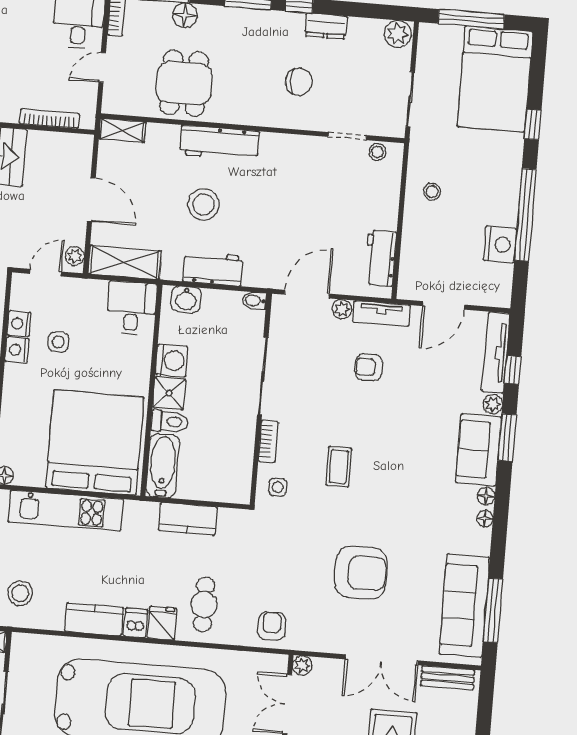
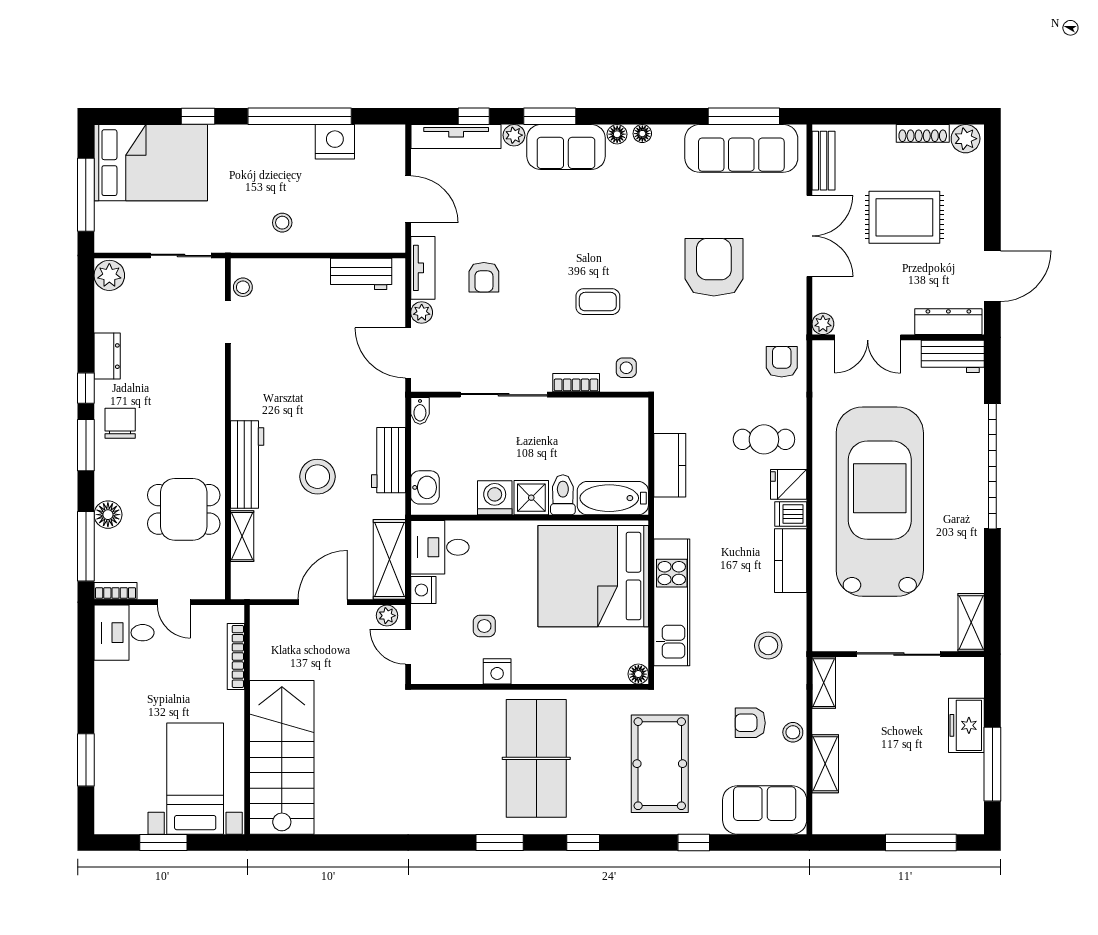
chair: (299, 82) -> (120, 423), moved
shelving: (122, 130) -> (242, 536), moved
nightstand: (19, 324) -> (423, 590), moved, turned 90
armchair: (272, 626) -> (782, 362), turned 90

